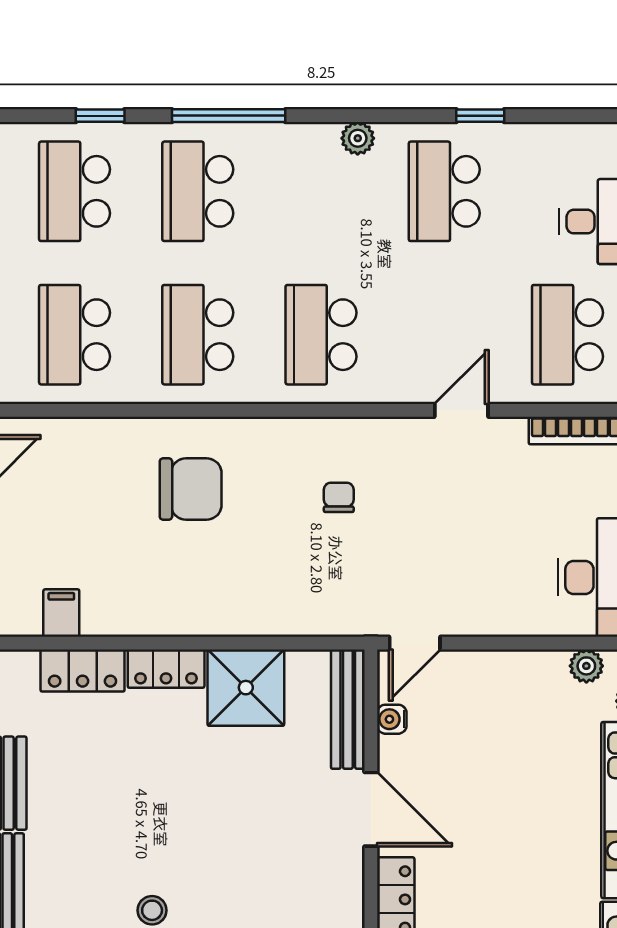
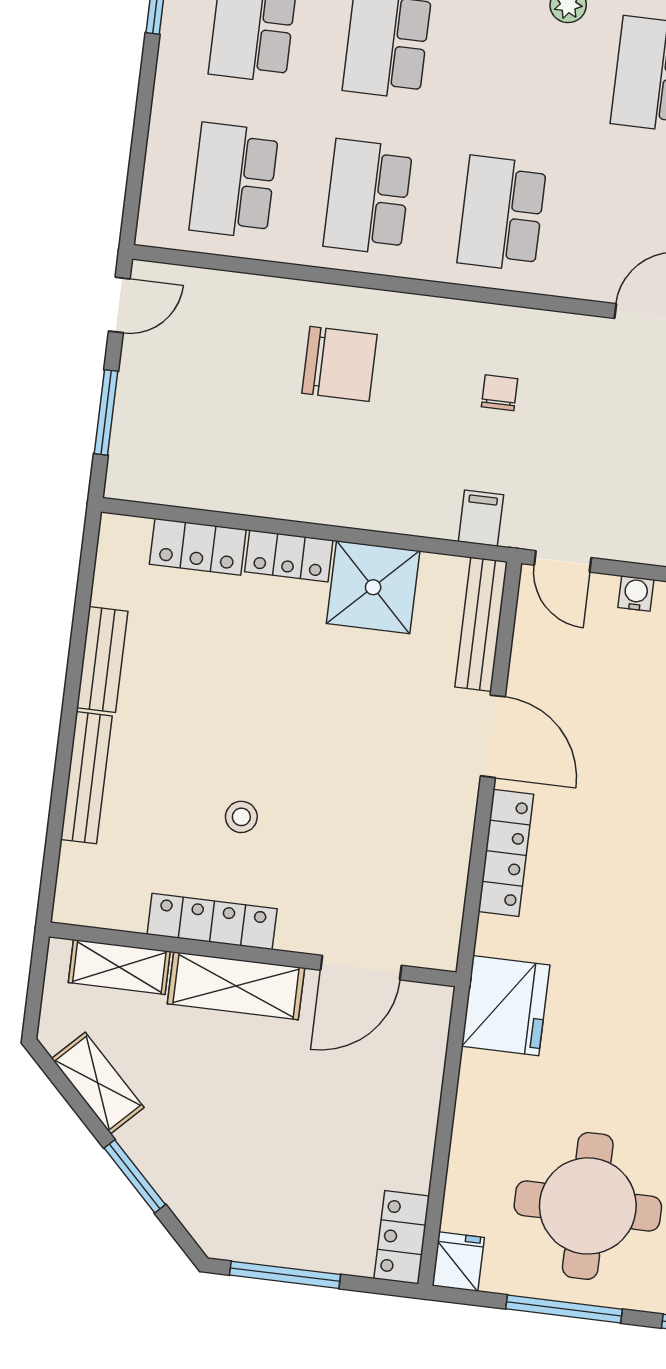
filing cabinet: (61, 613) -> (481, 518), moved
door: (415, 643) -> (563, 561), hinge flipped
water cooler: (392, 719) -> (636, 593), moved, turned 90

